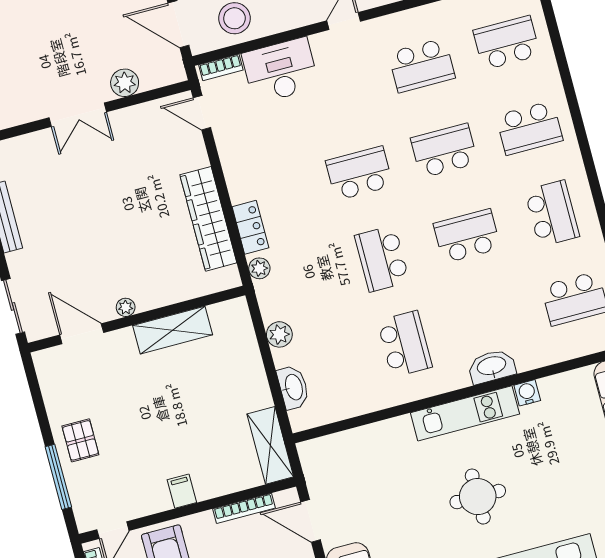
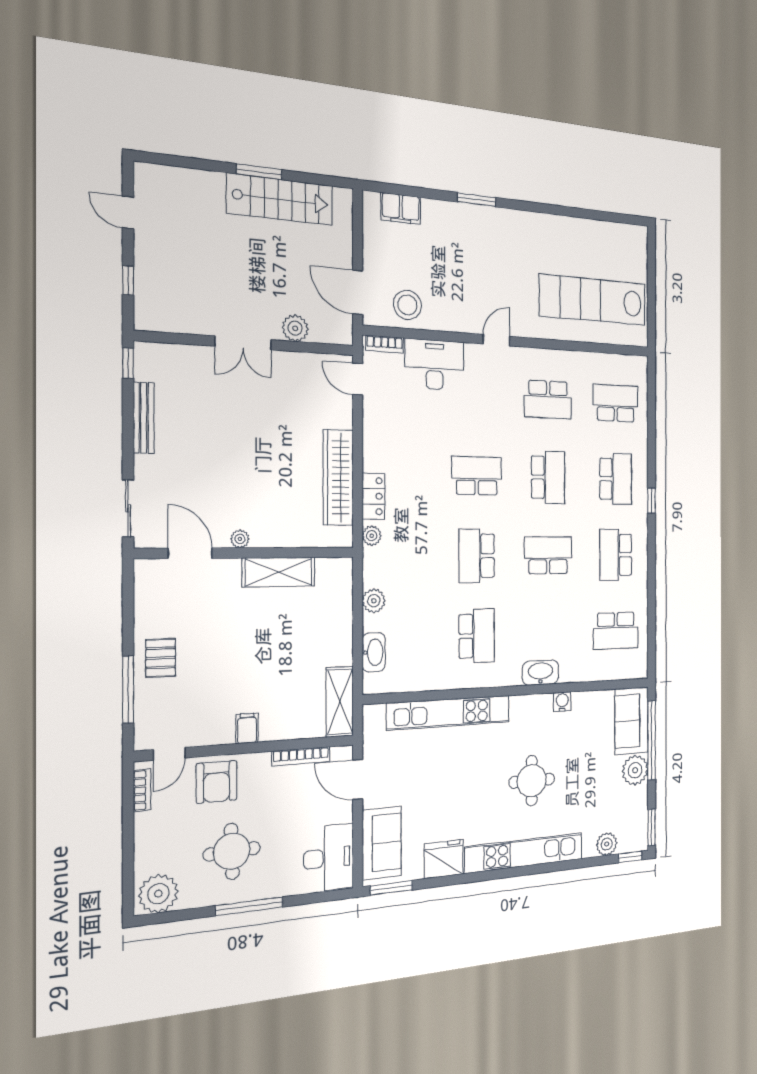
school desk: (529, 128) -> (616, 479), turned -90
window: (582, 139) -> (651, 501), added
school desk: (444, 151) -> (548, 477), turned 90
school desk: (552, 213) -> (616, 555), turned 180
kitchen unit: (465, 413) -> (449, 713), moved, width x1.36
round table: (478, 497) -> (532, 781), moved

